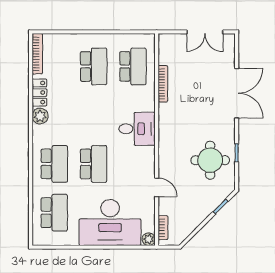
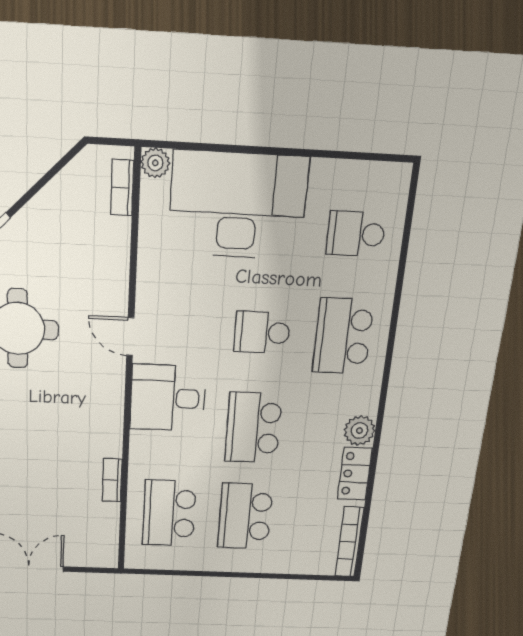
bookcase: (163, 84) -> (112, 480), width x0.64
school desk: (94, 115) -> (253, 428), added
school desk: (94, 164) -> (262, 332), width x0.54
door: (157, 187) -> (130, 337), moved
school desk: (54, 213) -> (356, 234), width x0.54

